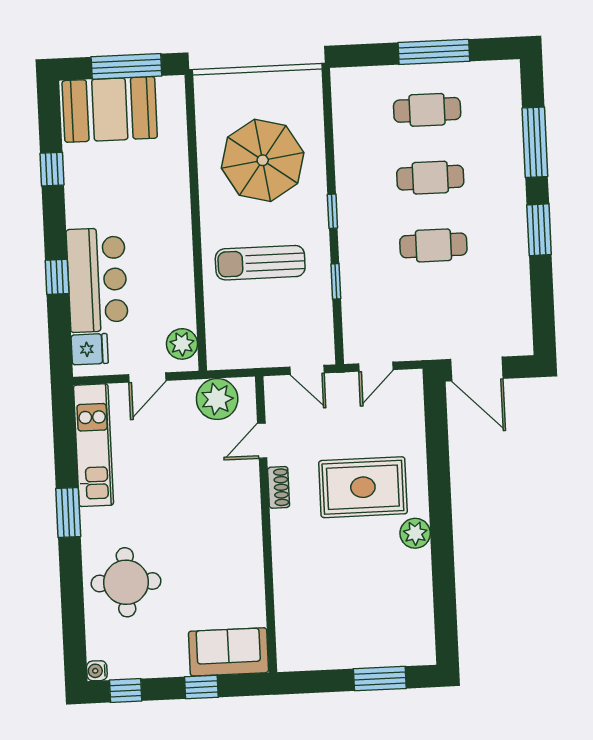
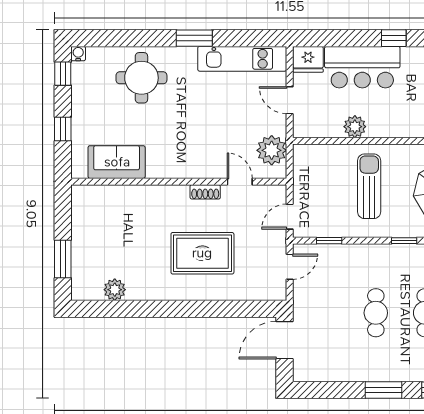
window: (57, 277) -> (394, 38), moved
window: (336, 281) -> (329, 241), moved
plant: (182, 344) -> (355, 127), moved
fridge: (90, 349) -> (308, 59), width x1.38
door: (376, 367) -> (290, 267), swing flipped
rug: (363, 487) -> (202, 253), turned 90
plant: (415, 533) -> (115, 290), moved
sofa: (229, 652) -> (117, 162), moved, turned -90

